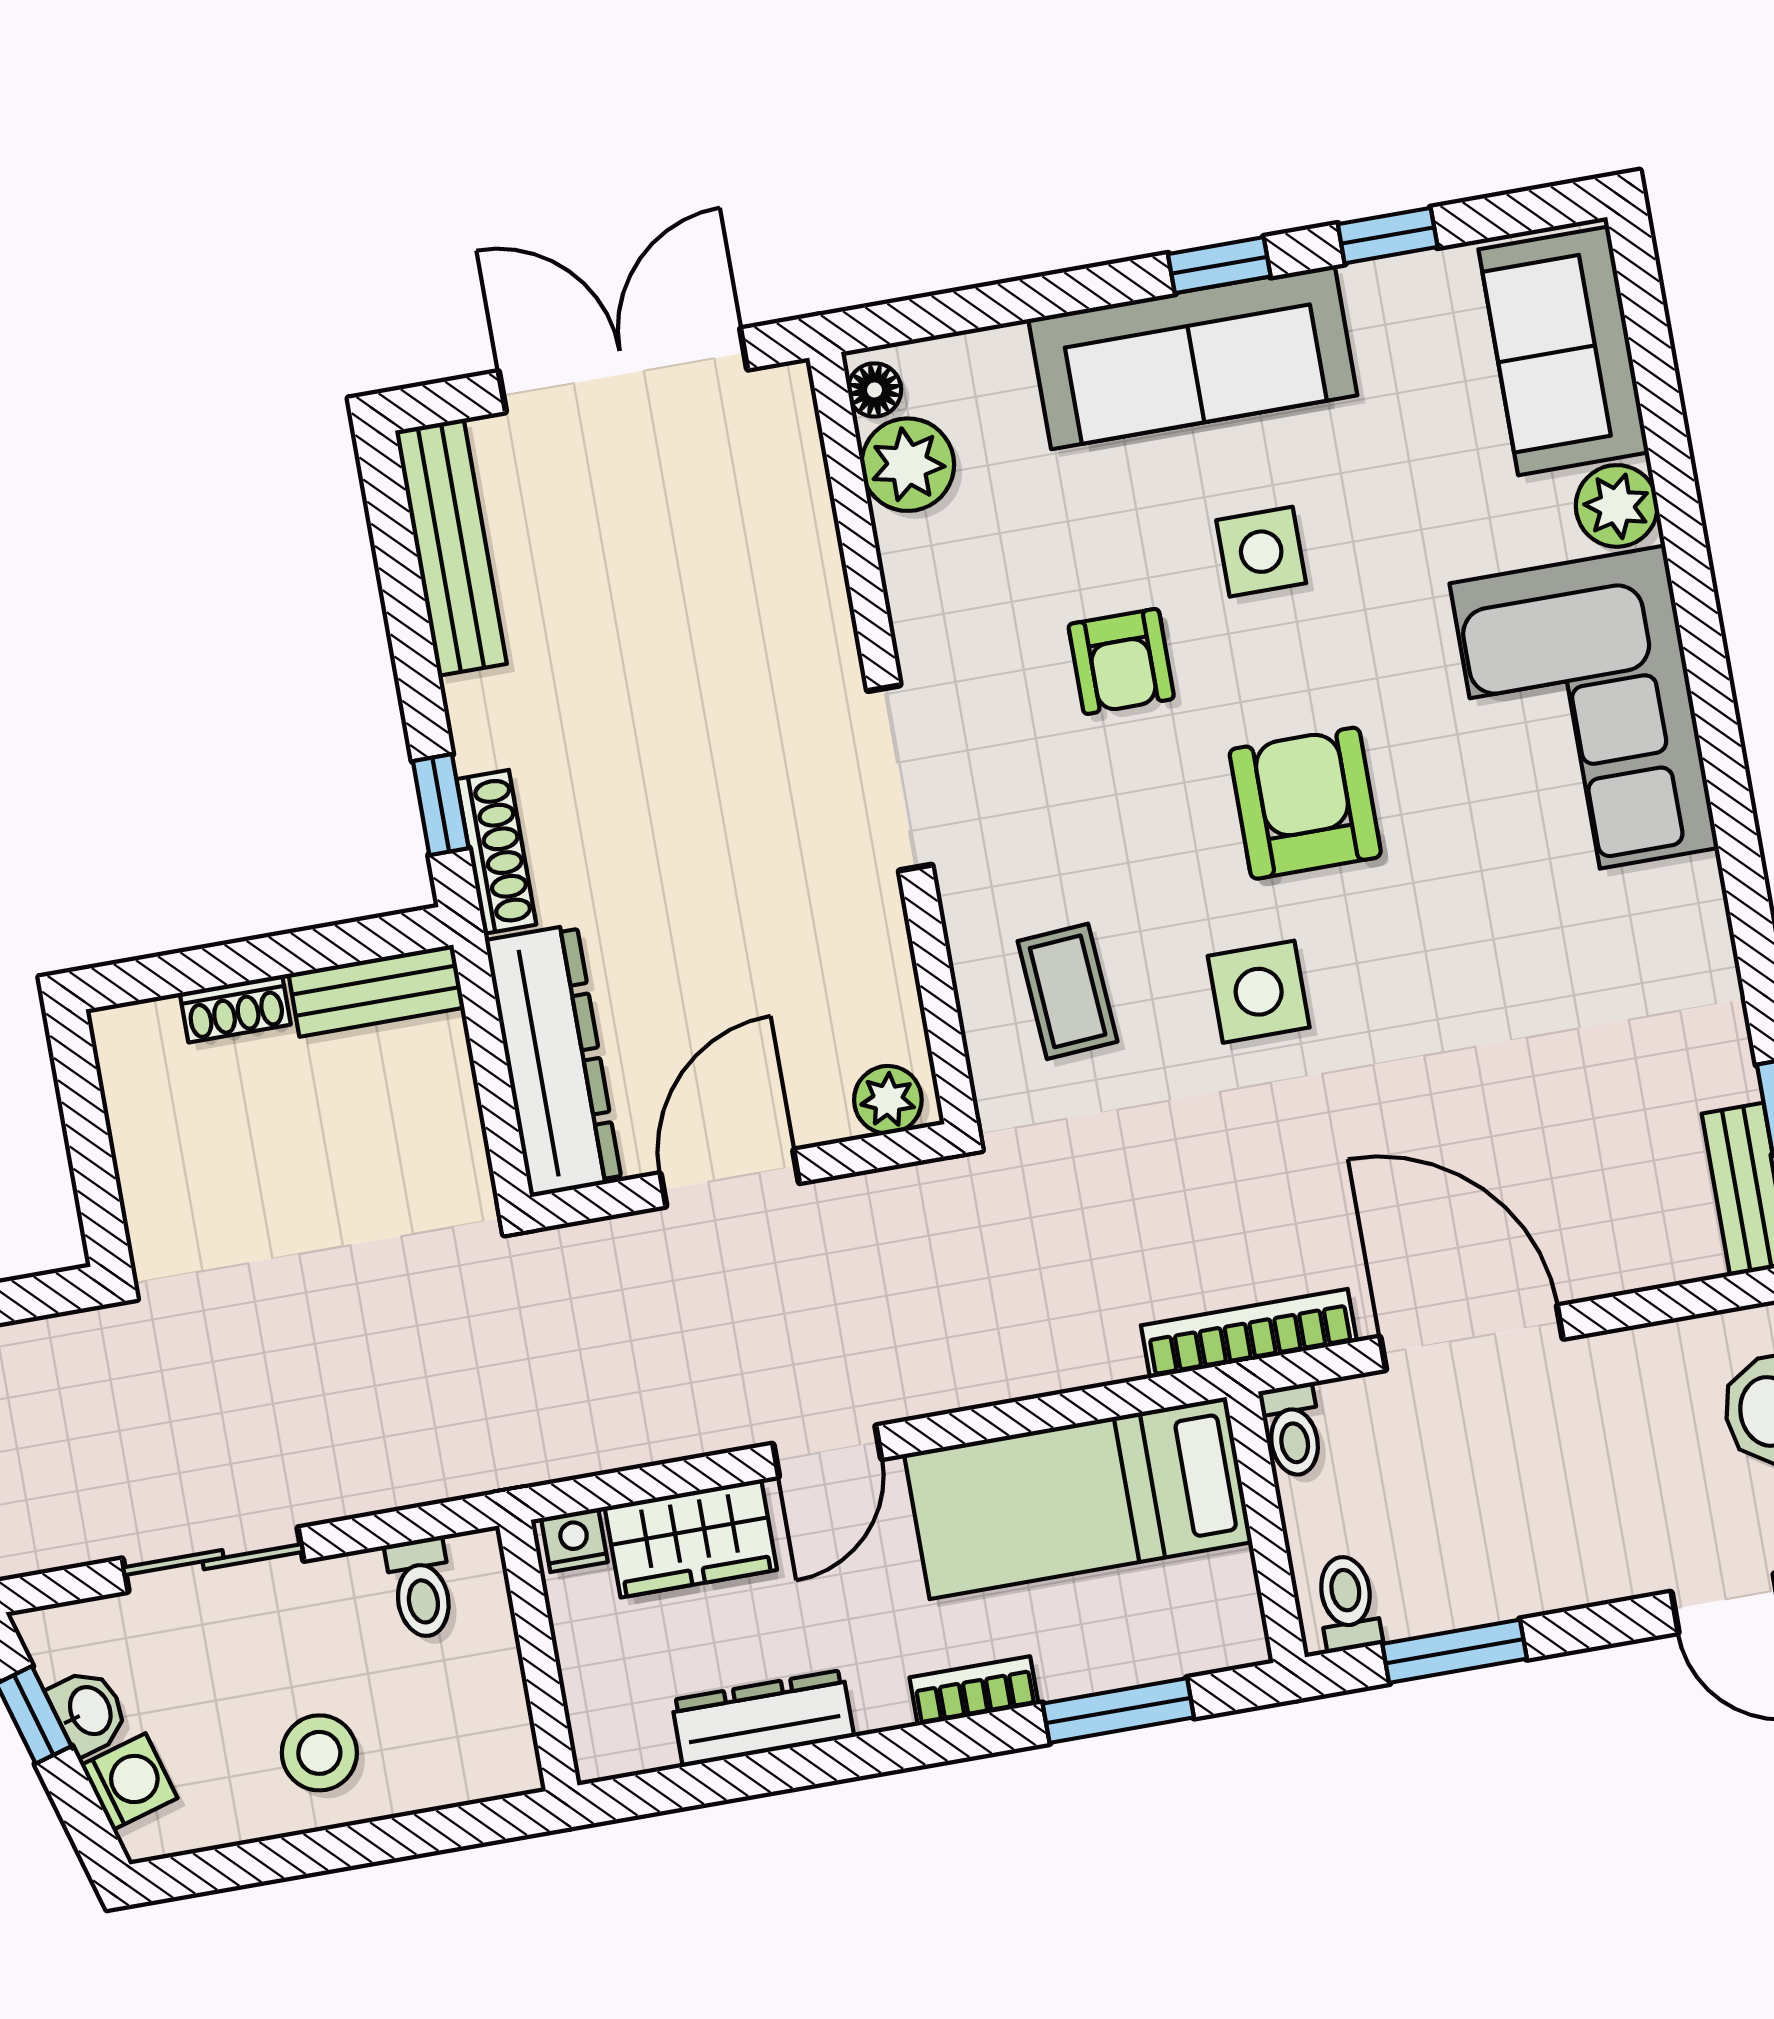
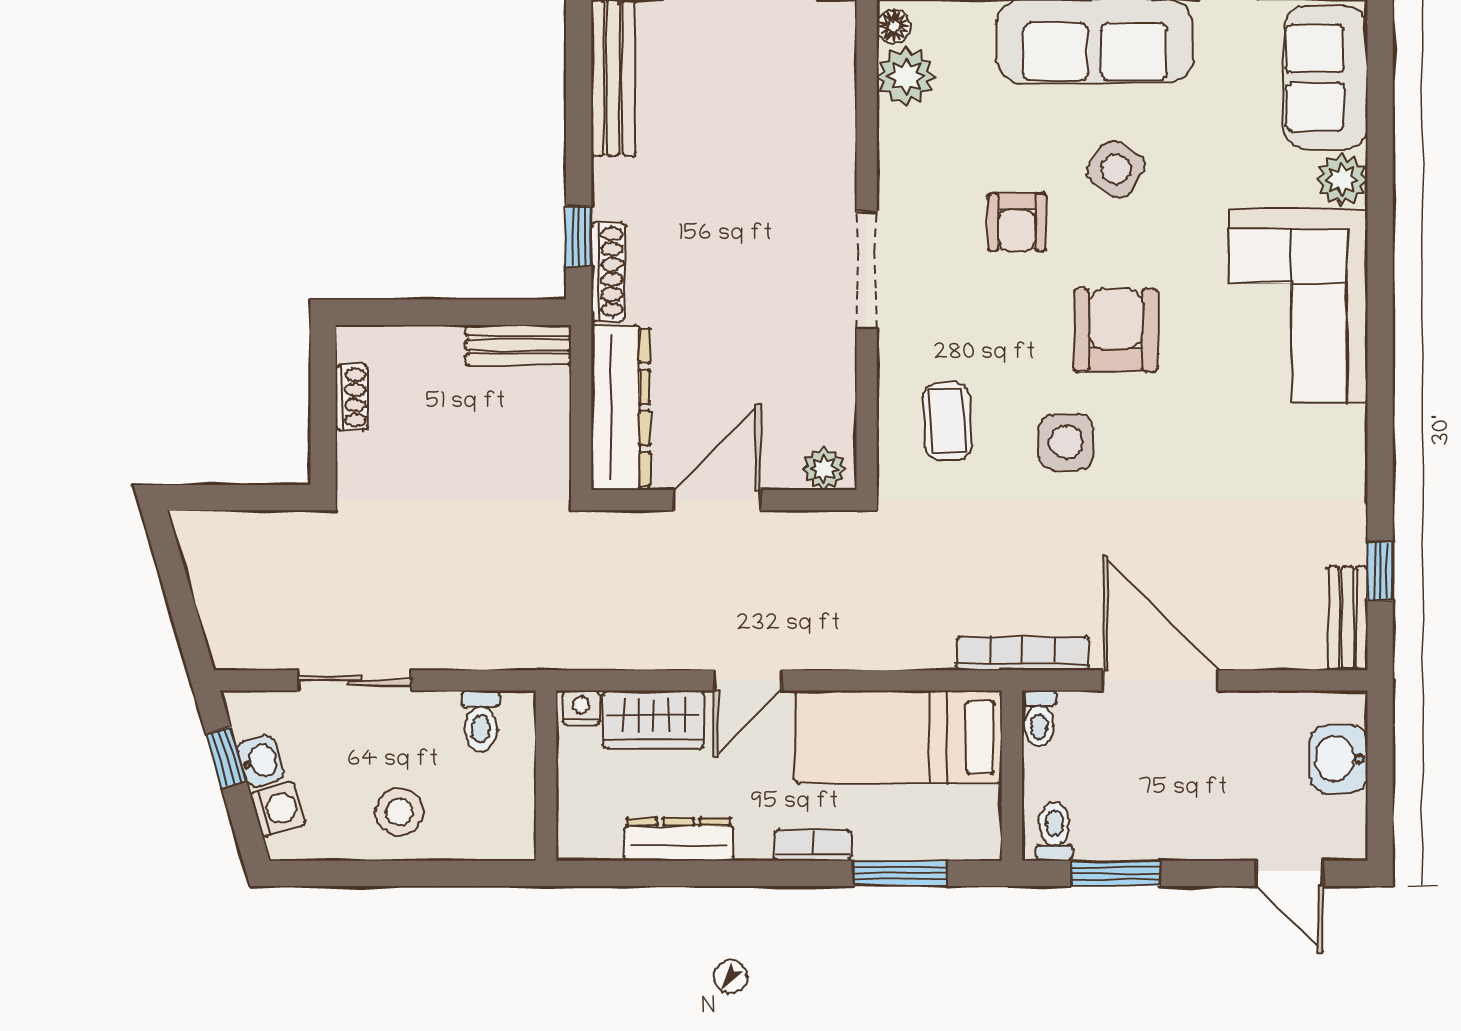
side table: (1261, 552) -> (1116, 169), turned 34
shoe rack: (235, 1009) -> (352, 397), moved, turned -90

